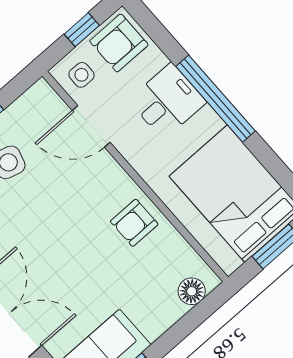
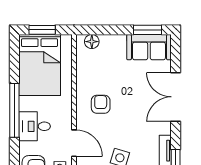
armchair: (134, 223) -> (101, 104), moved, turned -90

